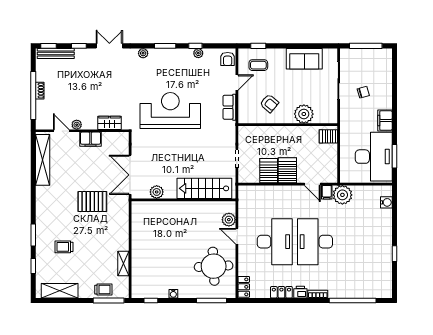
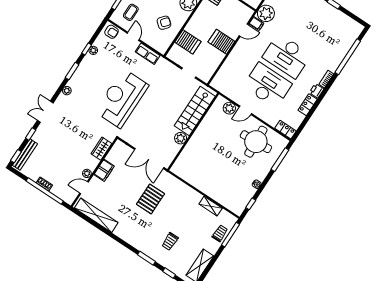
server rack: (269, 171) -> (188, 42), moved, turned 180
plant: (157, 192) -> (181, 138), moved

